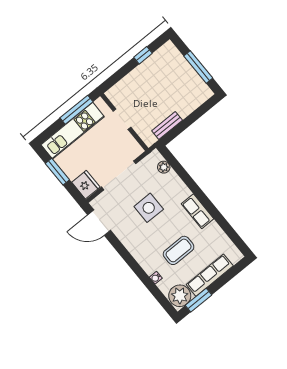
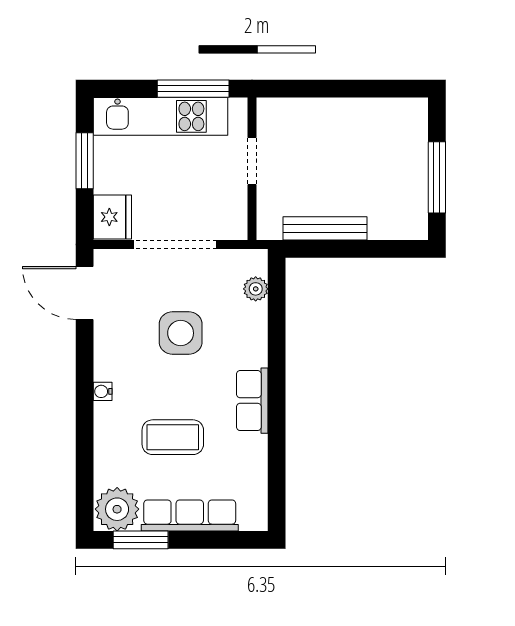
window: (143, 55) -> (366, 89), removed
bench: (167, 125) -> (325, 228), width x1.36
water cooler: (156, 278) -> (103, 391), moved

